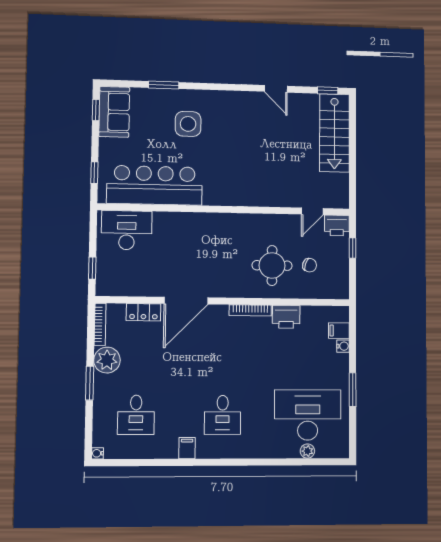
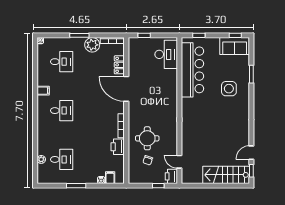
door: (276, 89) -> (251, 153), moved
desk: (136, 415) -> (62, 62), turned 180
desk: (223, 415) -> (62, 111), turned 180
desk: (308, 415) -> (62, 159), width x0.53, depth x0.77

